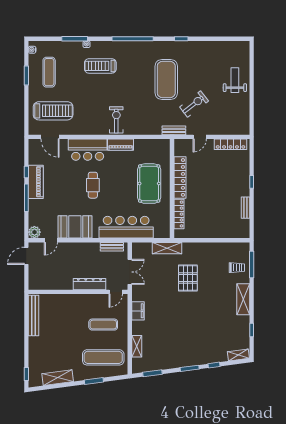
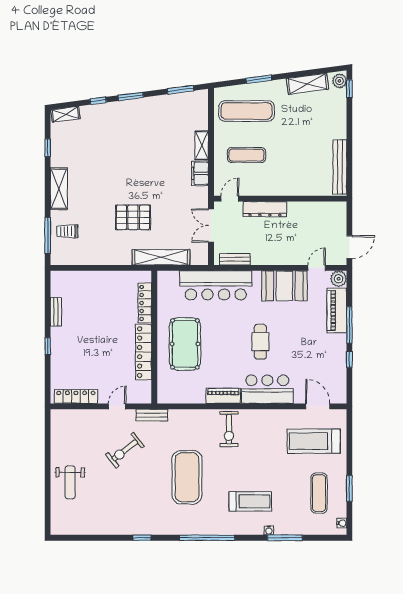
exercise mat: (166, 80) -> (187, 477), moved
piano: (36, 182) -> (337, 310), moved
shelving: (167, 248) -> (161, 257), width x1.47
pallet: (188, 278) -> (133, 217), turned 90
shelving: (137, 346) -> (202, 145), moved
plant: (34, 380) -> (339, 81), added

